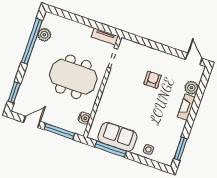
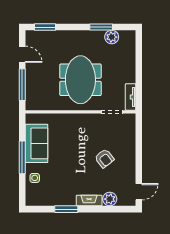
window: (32, 41) -> (101, 27), width x0.47
armchair: (153, 80) -> (104, 158), turned 53
water cooler: (84, 118) -> (44, 105), removed
window: (111, 149) -> (22, 157), moved
window: (181, 149) -> (66, 209), moved

